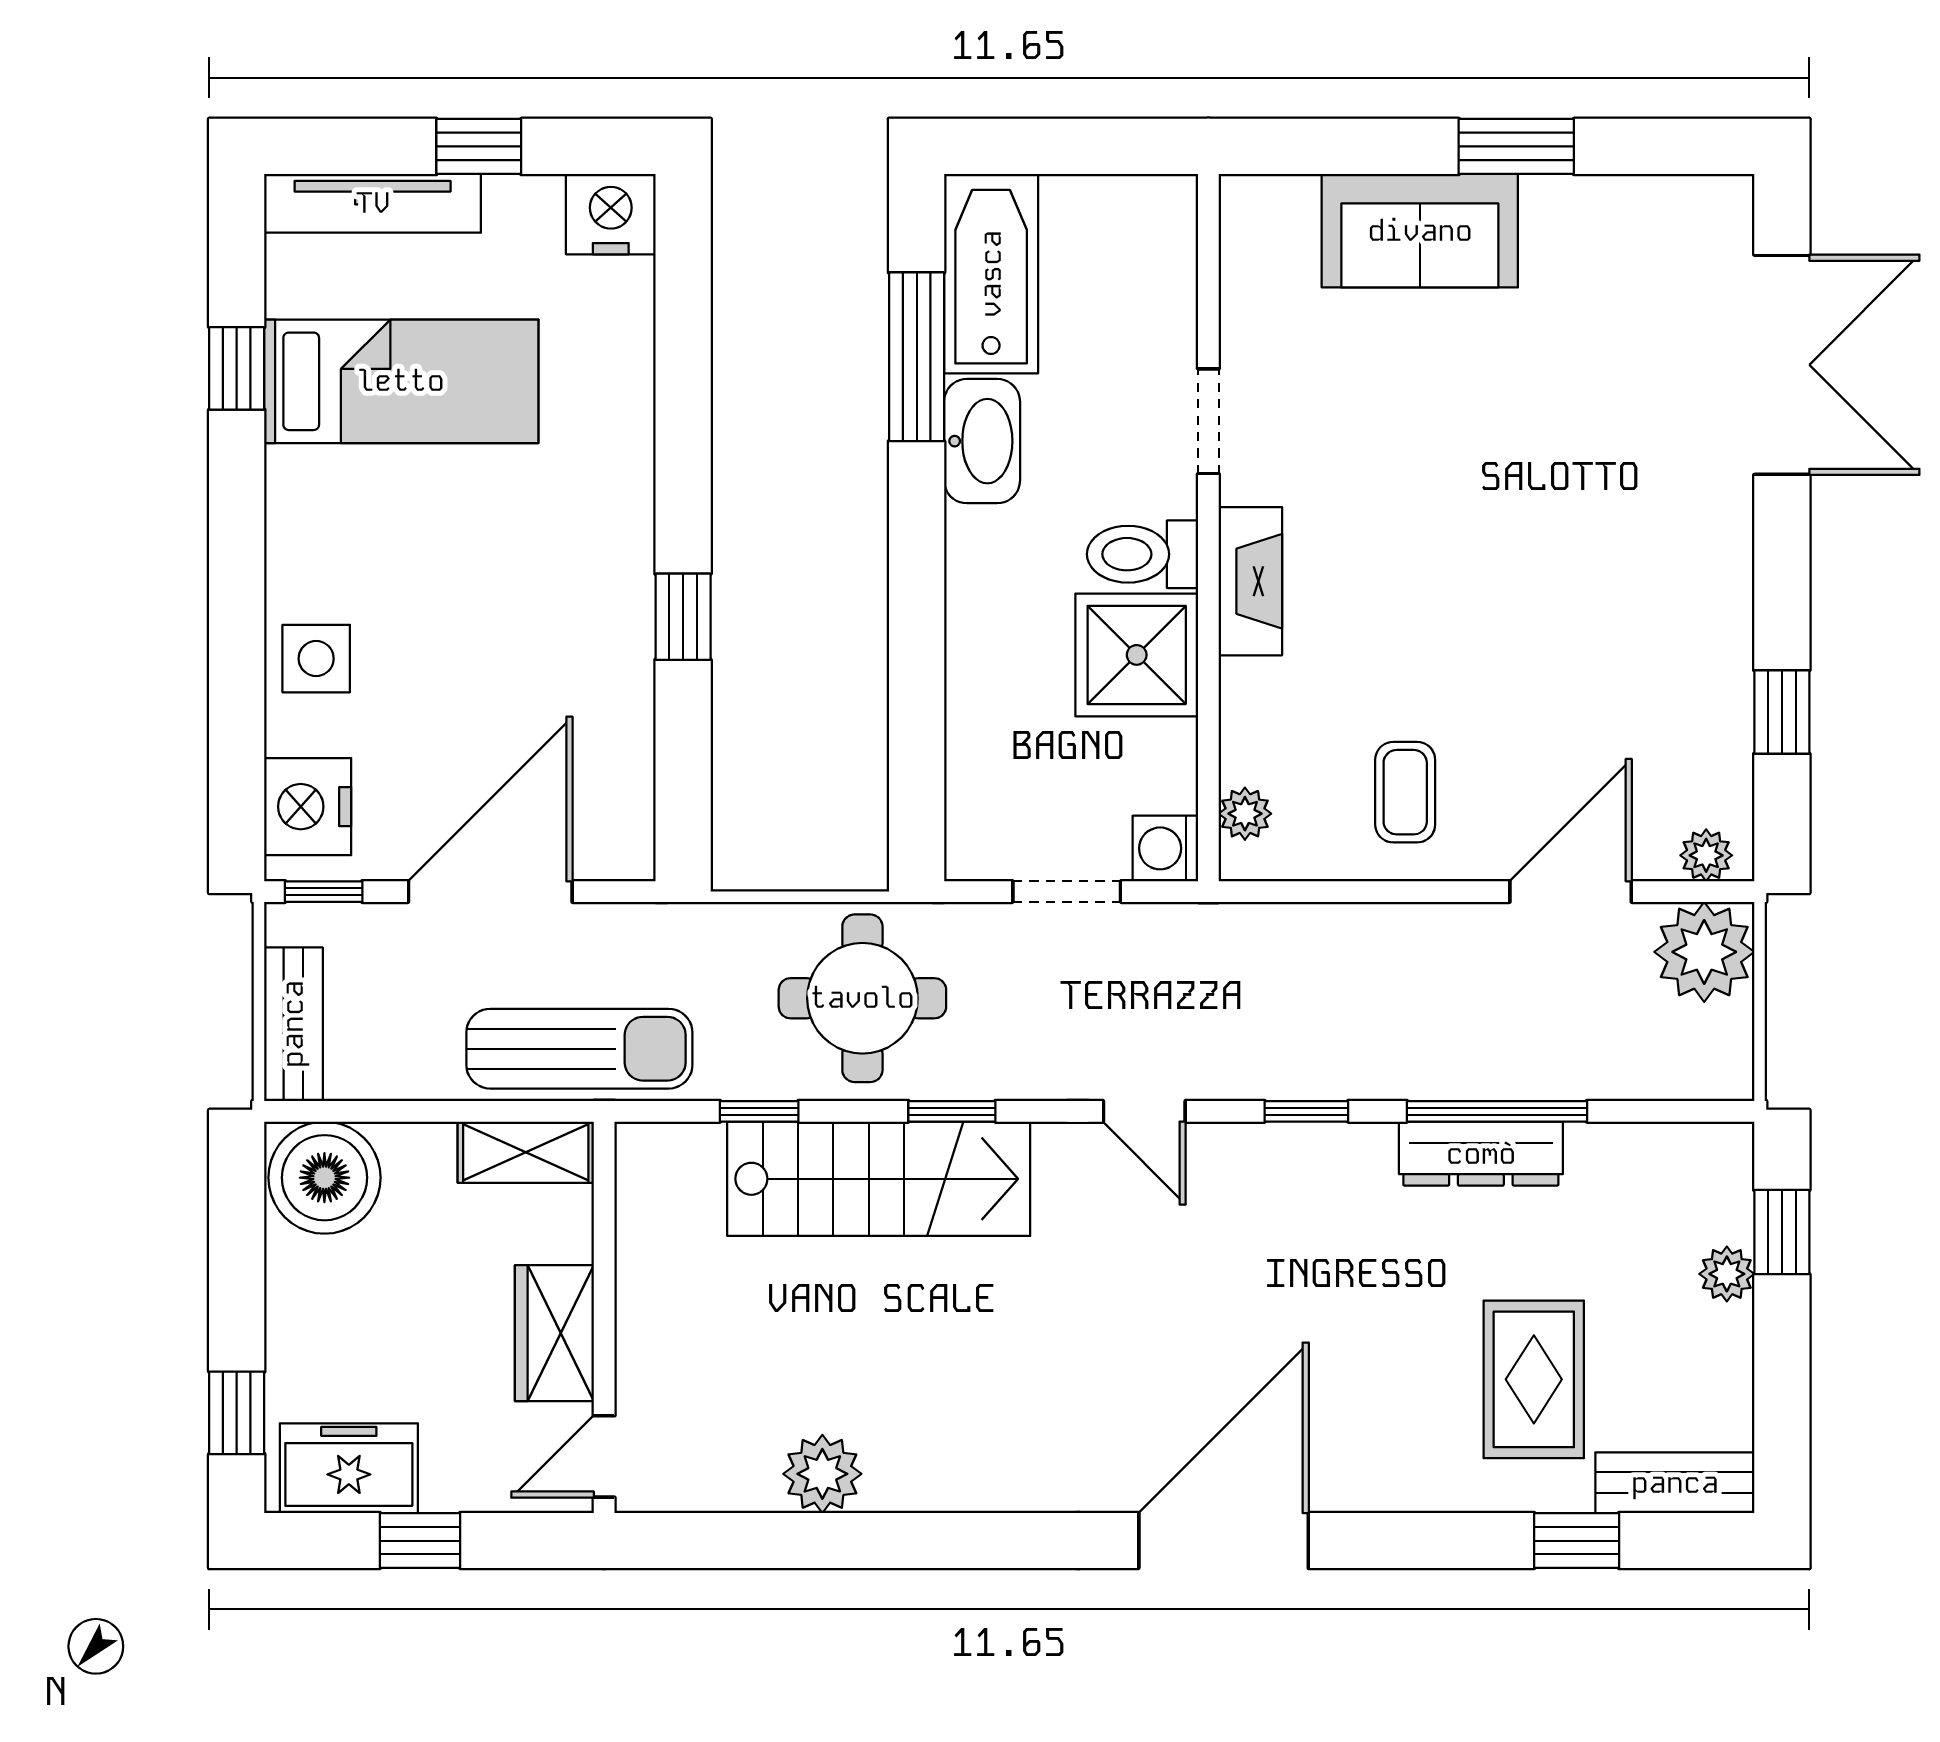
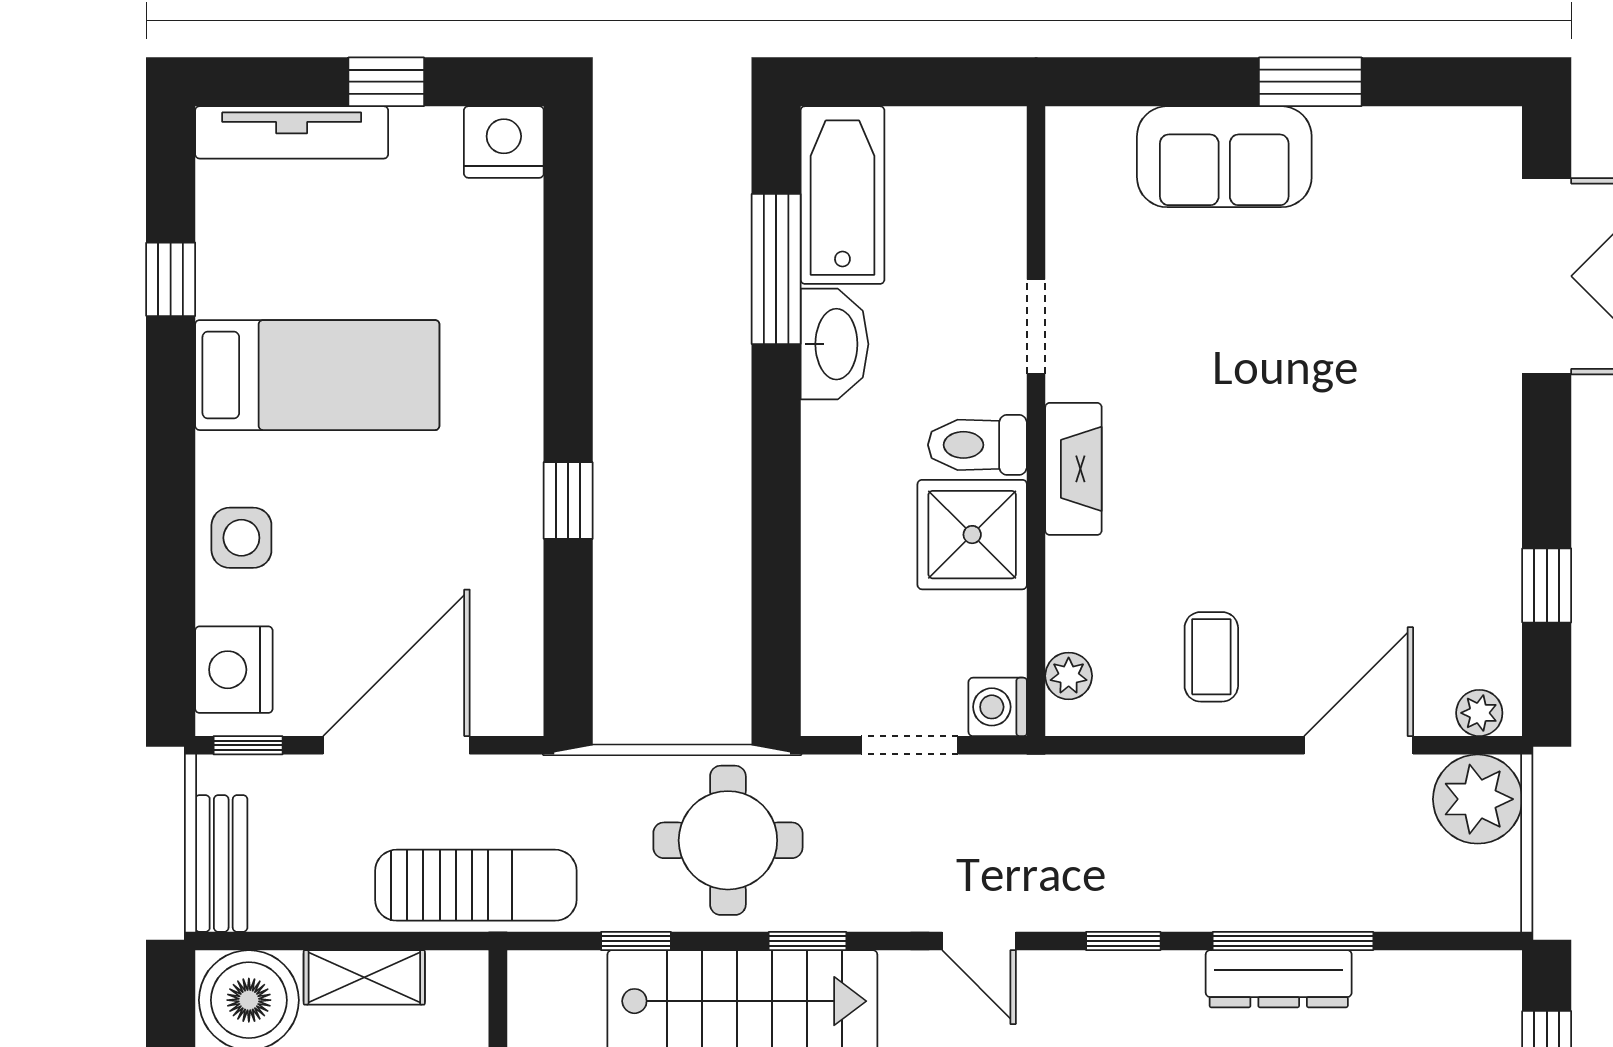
bed: (401, 381) -> (317, 375), moved
shelving: (526, 1152) -> (364, 977), moved

